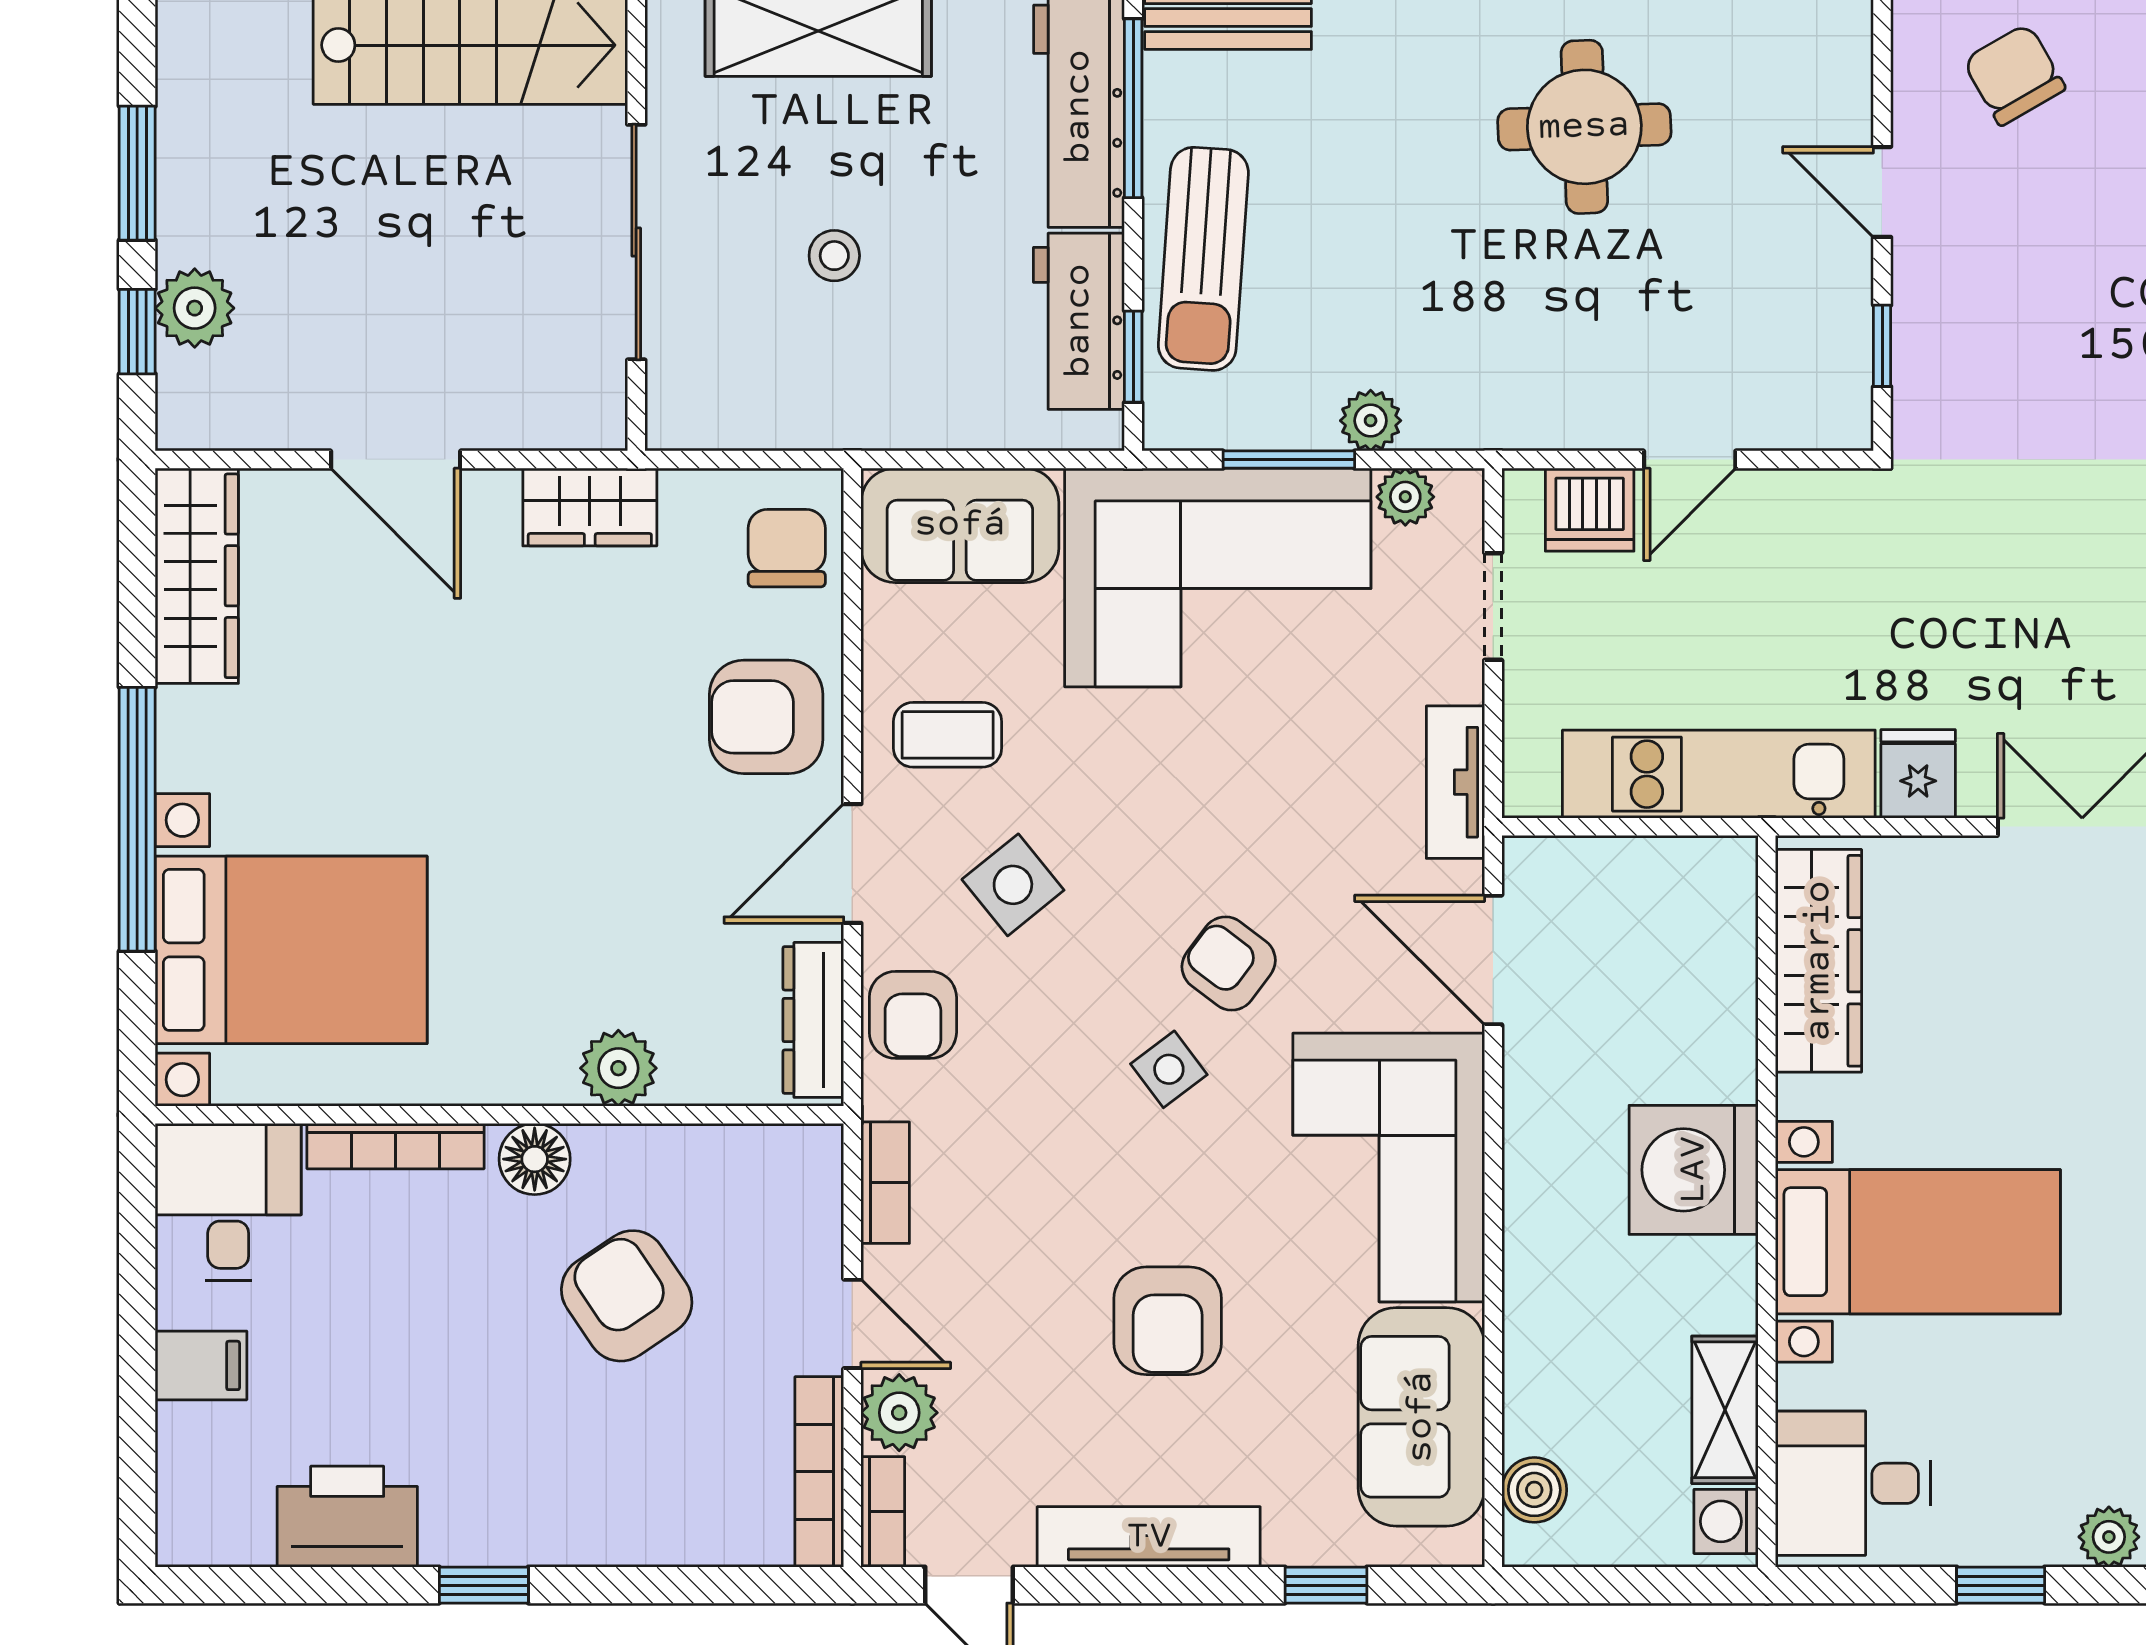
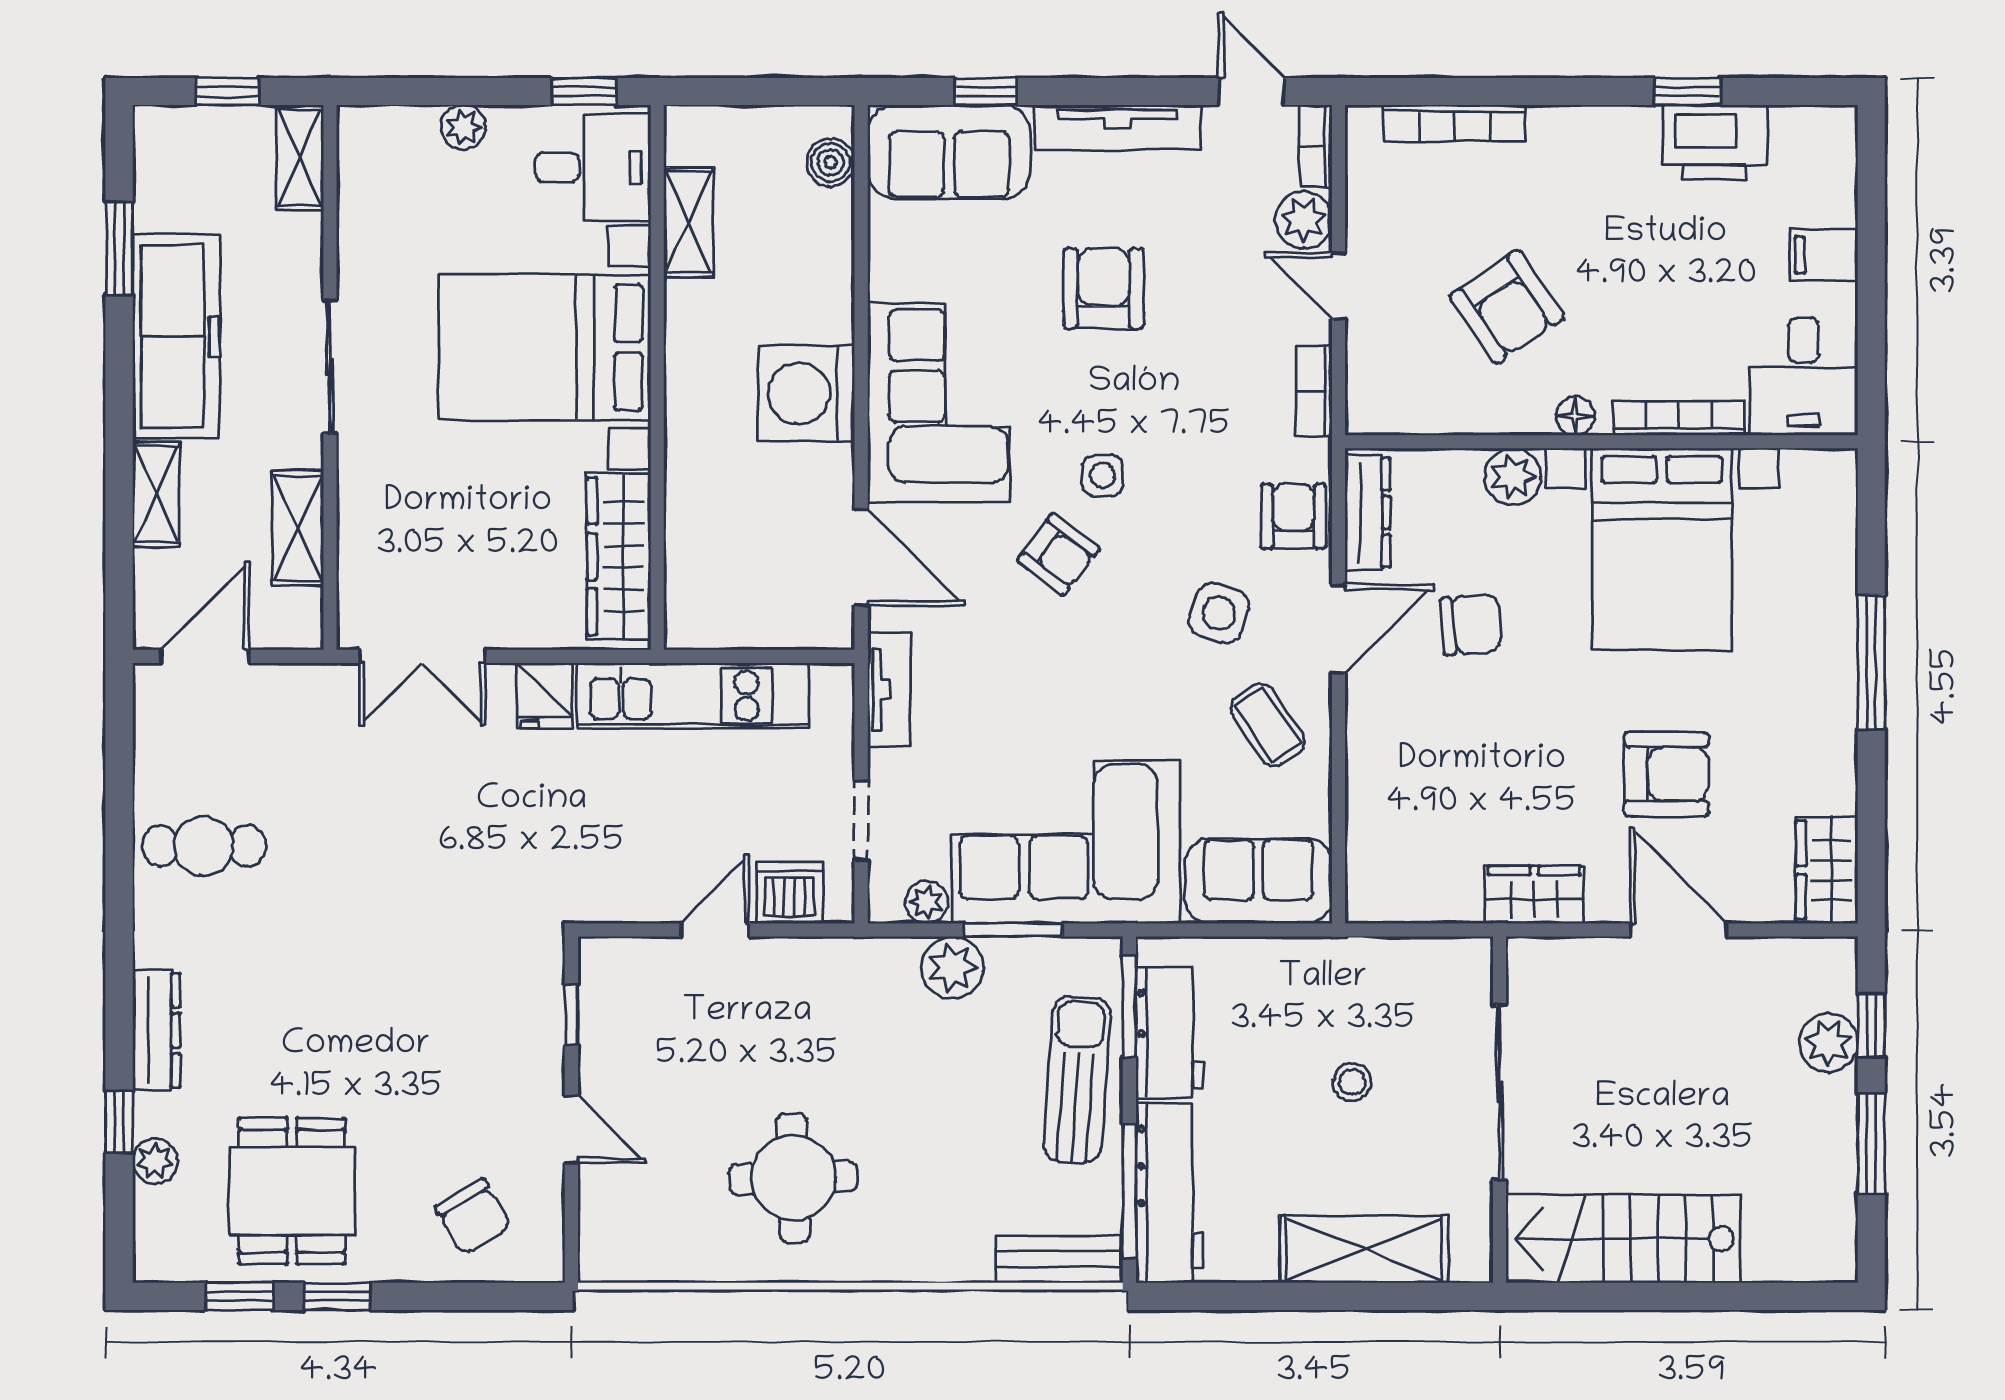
window: (1133, 357) -> (1129, 1007), width x1.50
plant: (1371, 421) -> (952, 968), width x1.38, depth x1.38
chair: (787, 548) -> (1471, 624), moved, turned -95
wardrobe: (197, 576) -> (1827, 870), width x0.67
armchair: (766, 717) -> (1666, 774), moved
coffee table: (948, 735) -> (1268, 725), turned 56
window: (137, 819) -> (1871, 662), width x0.68
side table: (1013, 885) -> (1219, 613), turned -32
bed with nightstands: (291, 950) -> (1662, 549), moved, turned -90
side table: (1169, 1069) -> (1103, 476), turned 37
floor lamp: (535, 1159) -> (1575, 416), width x0.73, depth x0.73
washing machine: (1694, 1170) -> (807, 393), moved, turned 180
bed with nightstands: (1918, 1242) -> (545, 347), width x1.36
sofa: (1421, 1417) -> (949, 152), moved, turned 90
bookcase: (819, 1472) -> (1455, 123), moved, turned 90
washing machine: (1726, 1521) -> (688, 139), removed
plant: (2109, 1537) -> (463, 127), moved
window: (484, 1585) -> (1687, 91), moved
window: (2001, 1585) -> (584, 91), moved

